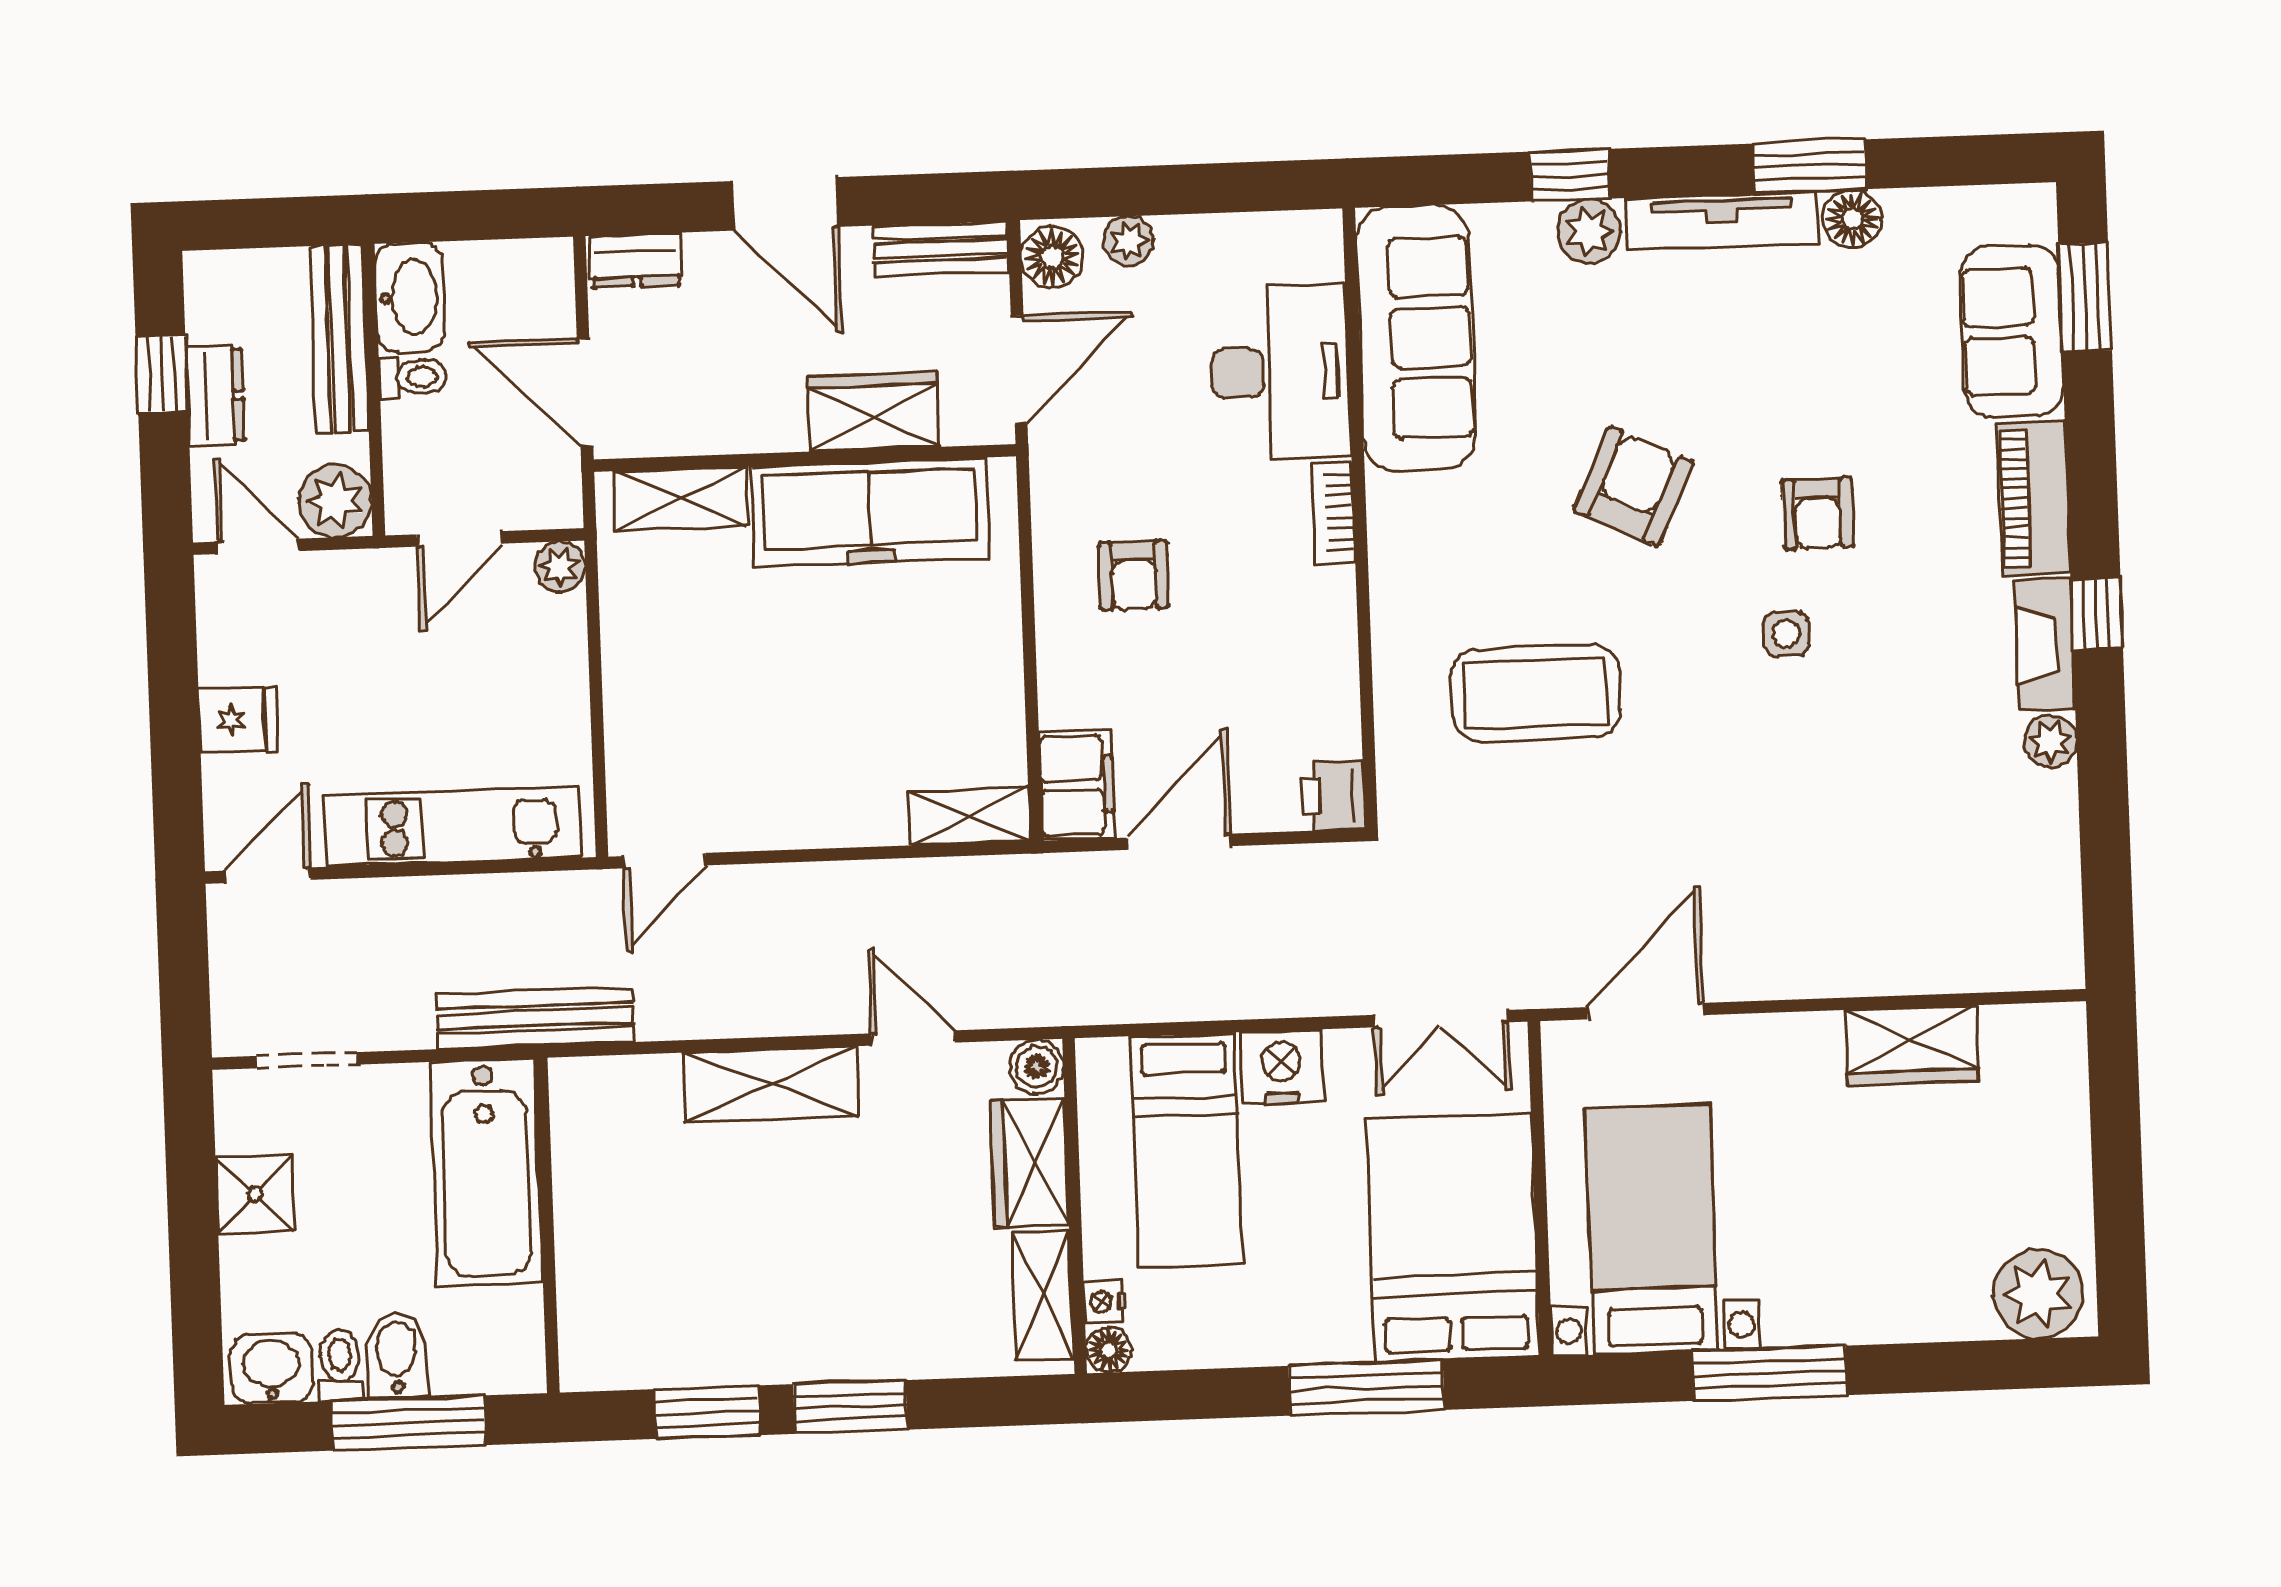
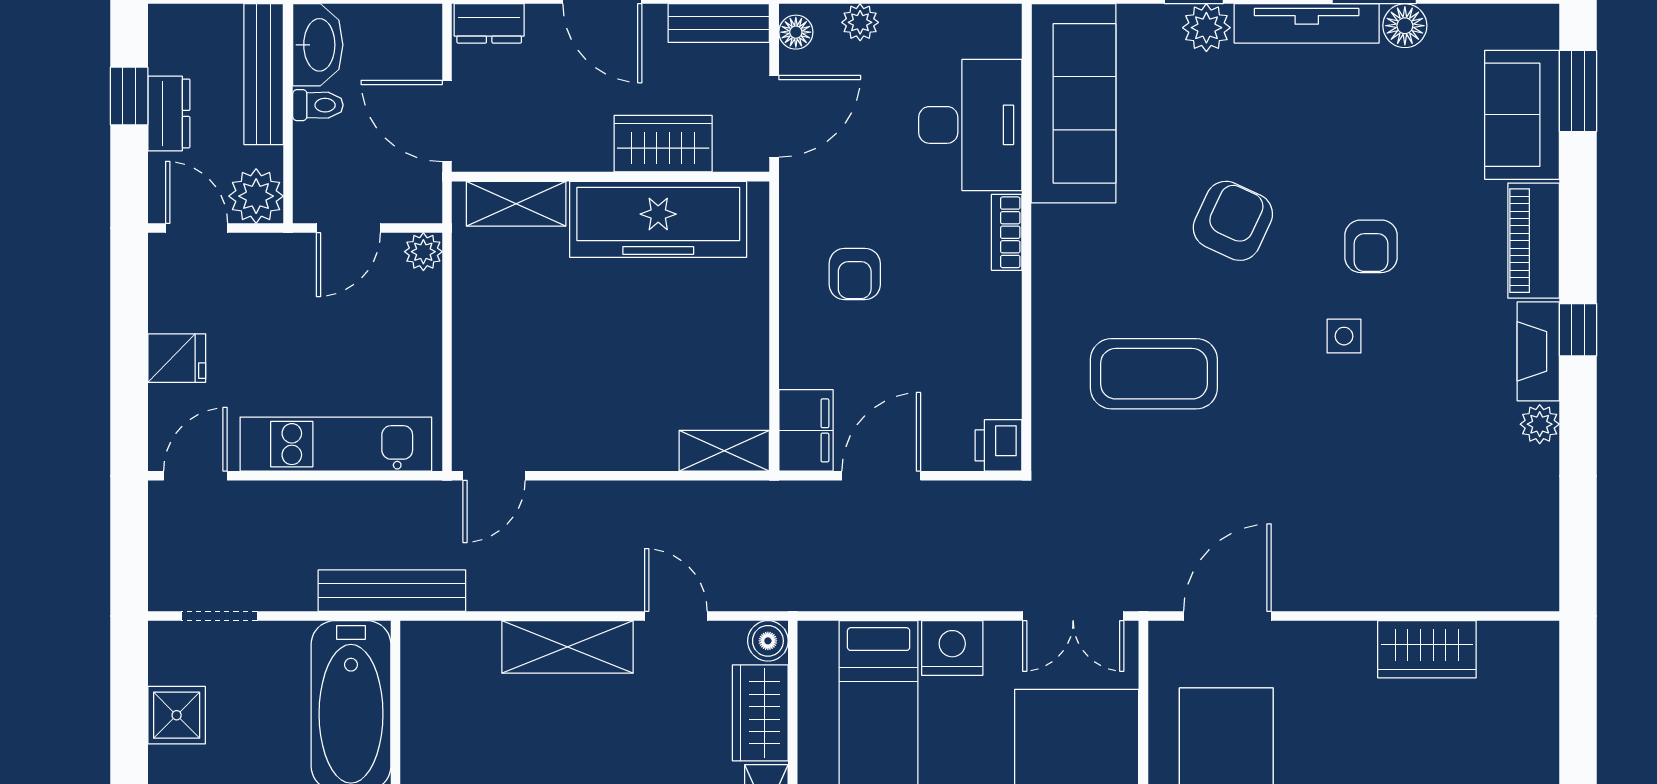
floor lamp: (1052, 257) -> (796, 32), width x0.73, depth x0.73

